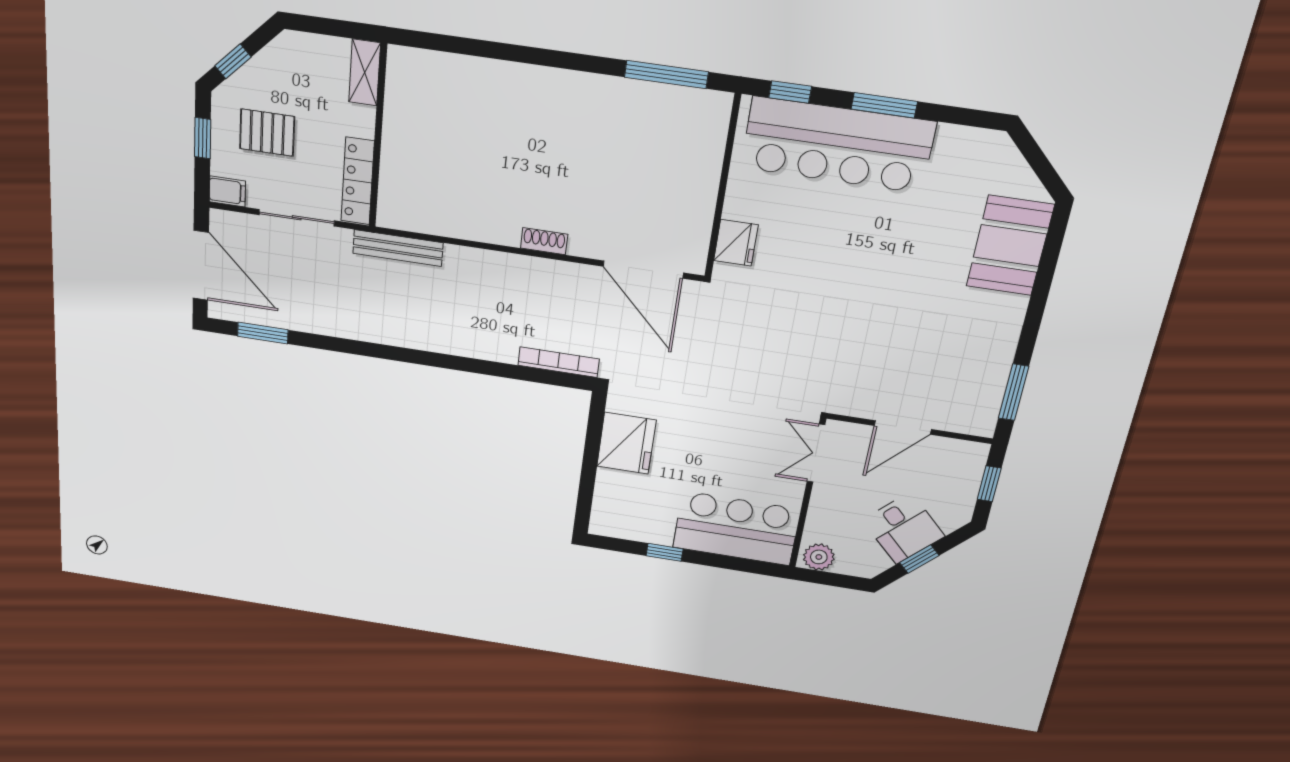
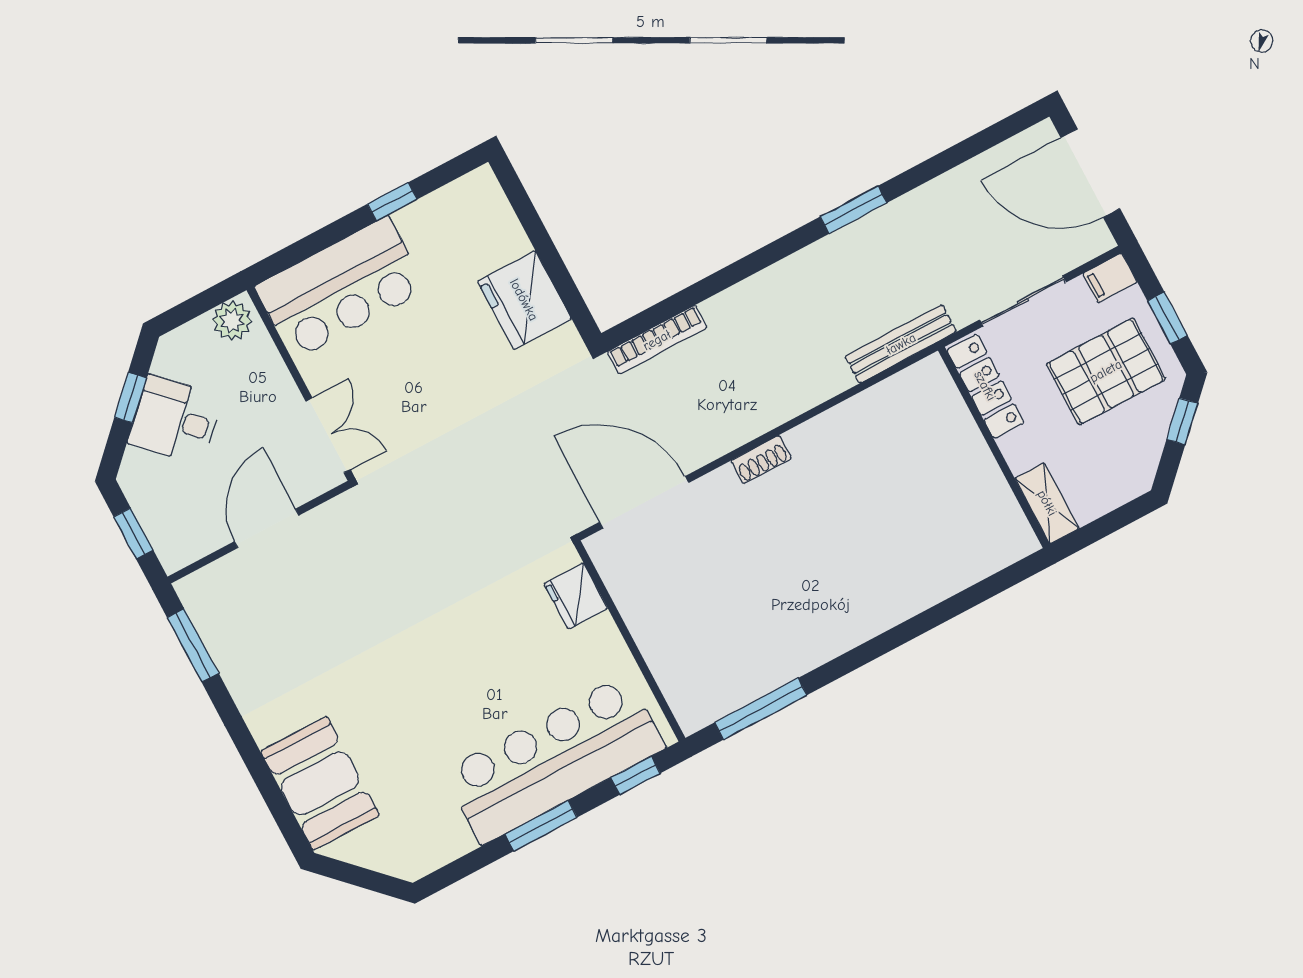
pallet: (267, 133) -> (1106, 371), width x1.50, depth x1.42
window: (263, 333) -> (854, 210), moved

